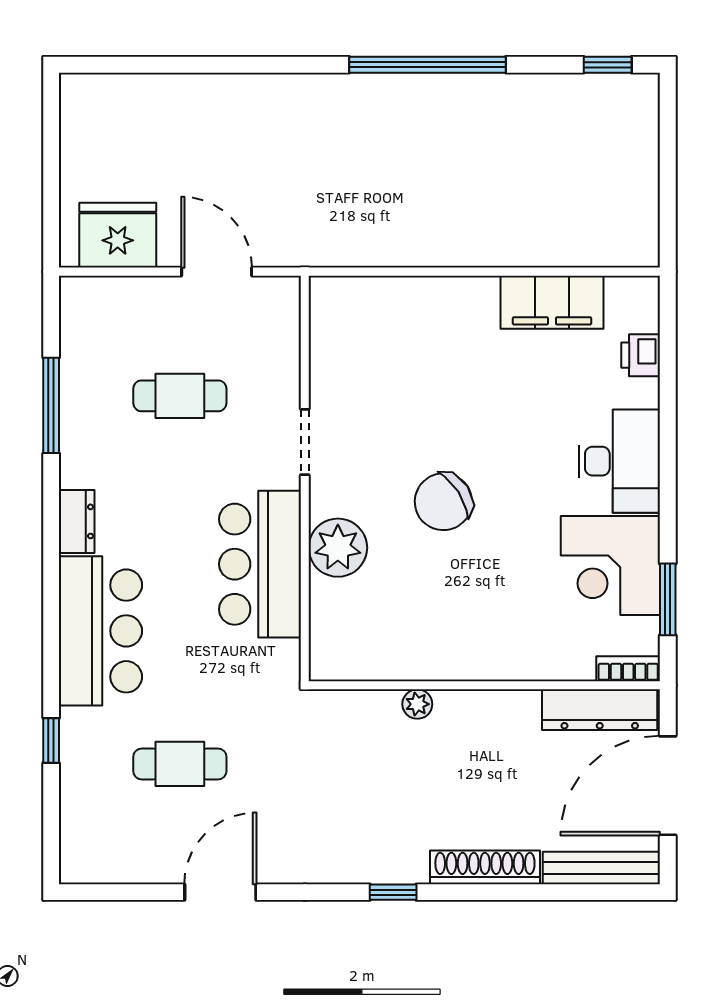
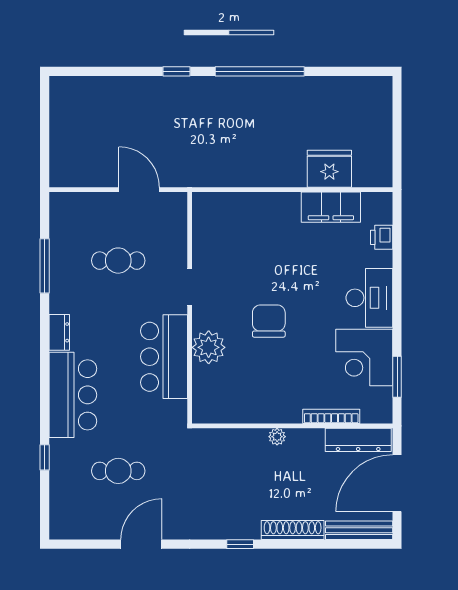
window: (608, 65) -> (177, 71), moved
fridge: (118, 235) -> (329, 169), moved
chair: (443, 502) -> (269, 321), turned 123
bookcase: (628, 669) -> (331, 416), moved, width x1.56
plant: (417, 704) -> (277, 437), moved

